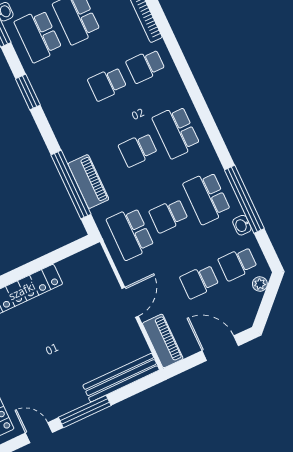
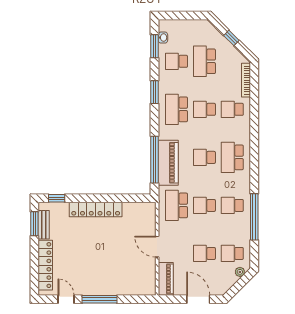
school desk: (38, 36) -> (177, 61), width x0.54
school desk: (69, 102) -> (177, 109), added
piano: (88, 182) -> (168, 163), width x1.37, depth x1.33
school desk: (207, 198) -> (232, 205), width x0.54
washbasin: (242, 225) -> (246, 232), removed
door: (130, 302) -> (157, 247), swing flipped
bench: (121, 378) -> (131, 289), removed

